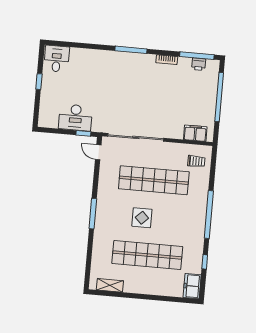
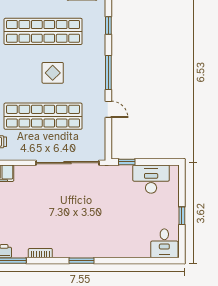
window: (131, 50) -> (82, 261), width x0.69
desk: (75, 117) -> (151, 179), moved
door: (98, 152) -> (108, 109), moved
window: (89, 255) -> (108, 25), added

